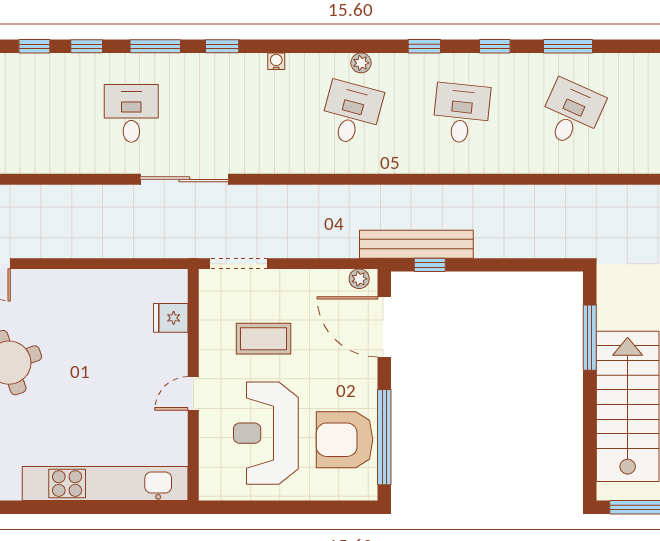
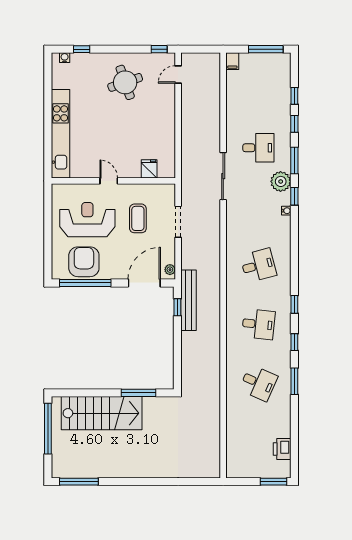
water cooler: (276, 61) -> (286, 211), moved
plant: (361, 63) -> (281, 181), moved, width x1.88, depth x1.88
desk: (351, 113) -> (258, 265), turned -30
doorway: (239, 264) -> (178, 222), moved

